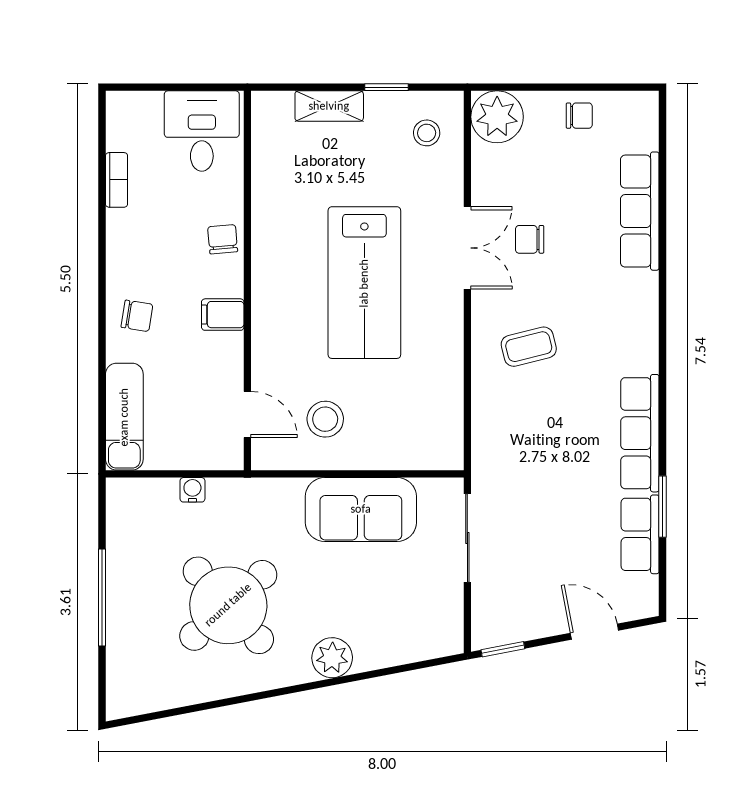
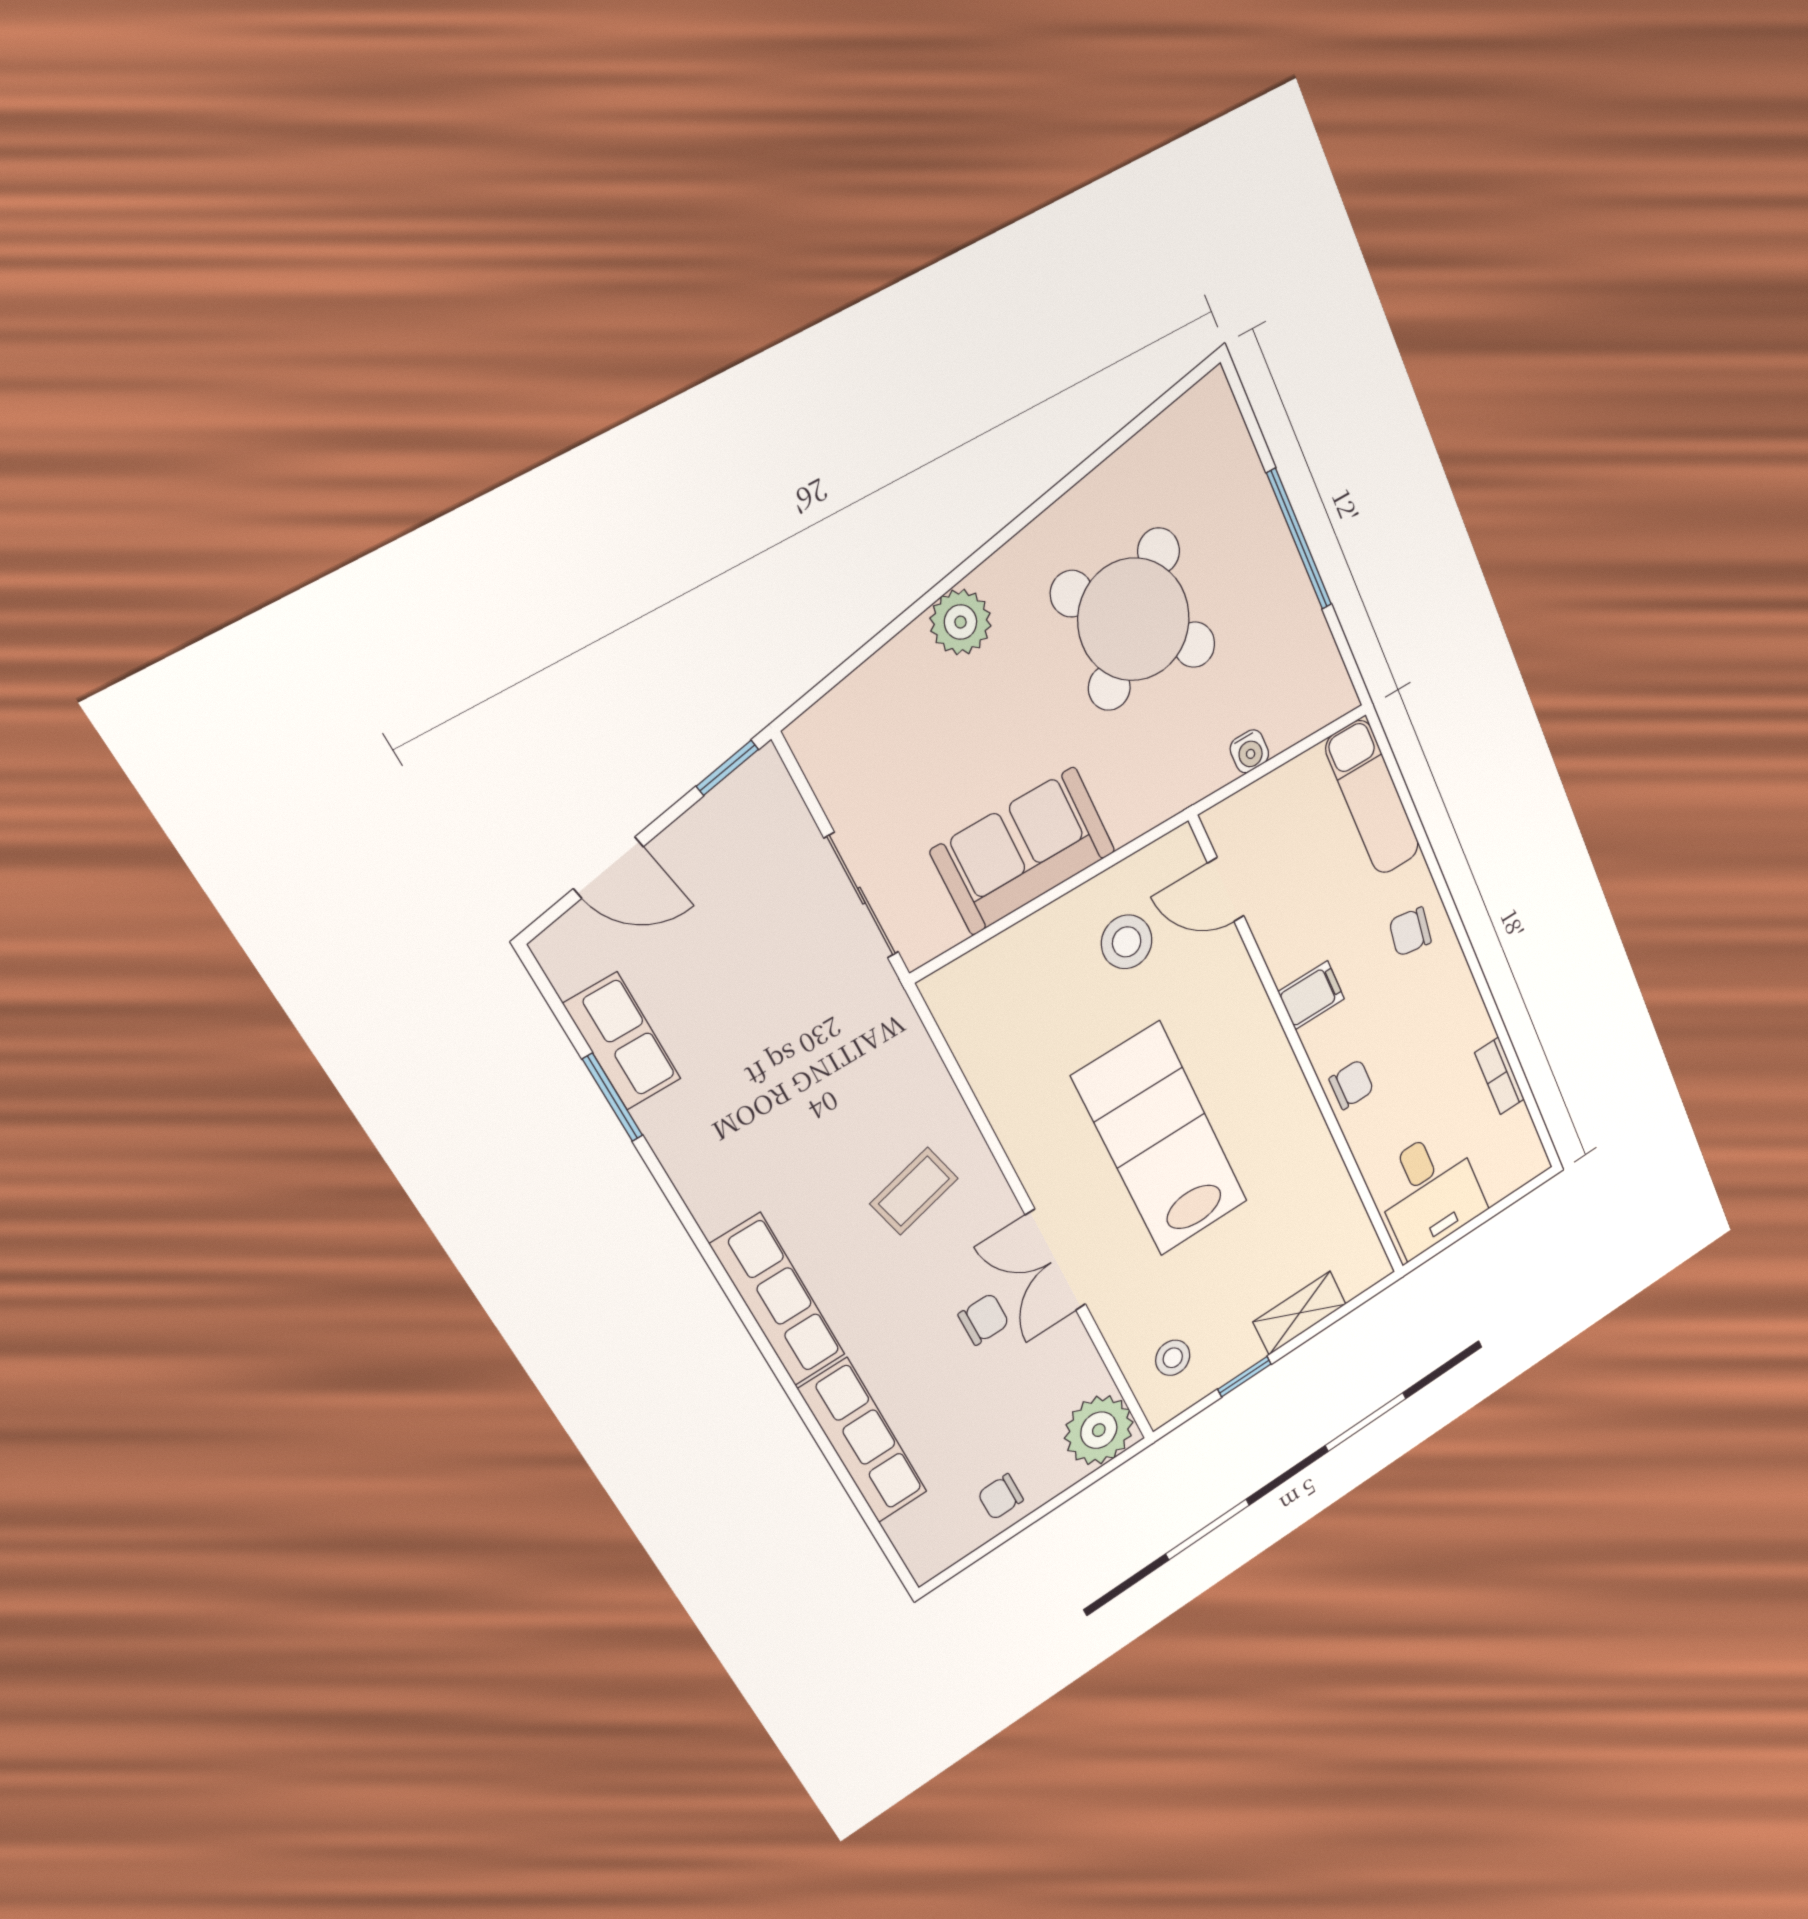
chair: (223, 239) -> (1351, 1085), turned -85
row of seats: (640, 433) -> (778, 1300), moved

